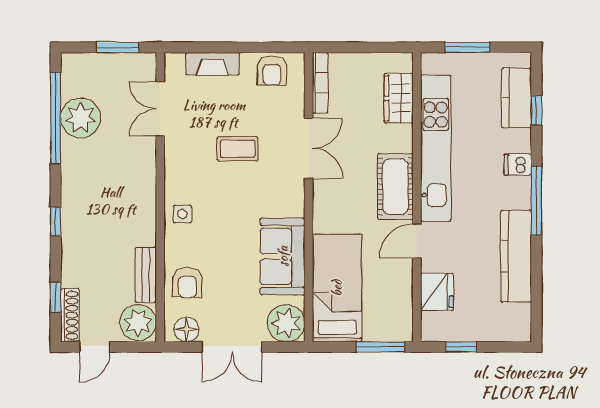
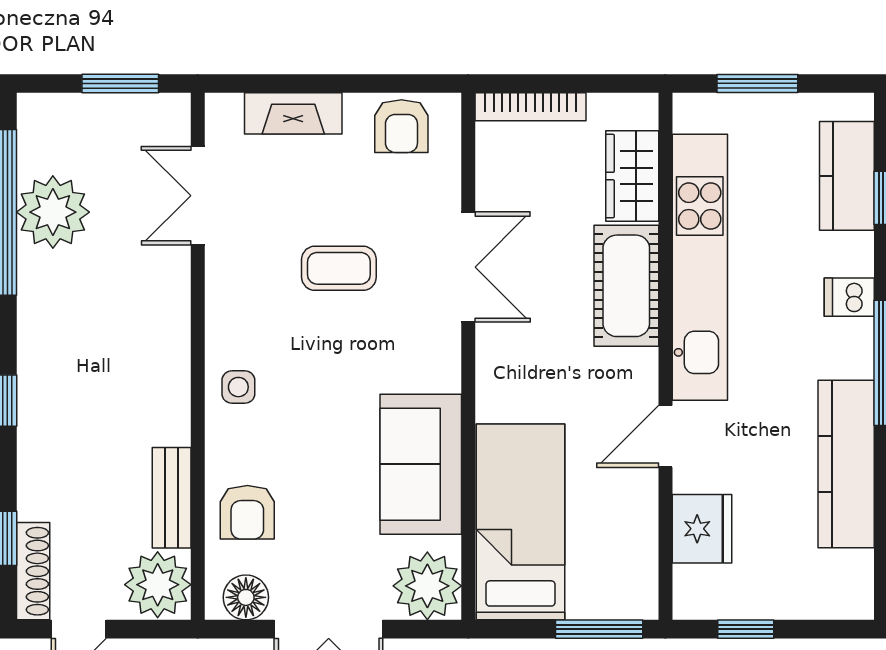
bookcase: (320, 83) -> (531, 107), moved, turned 90
cot: (395, 187) -> (626, 286), moved

